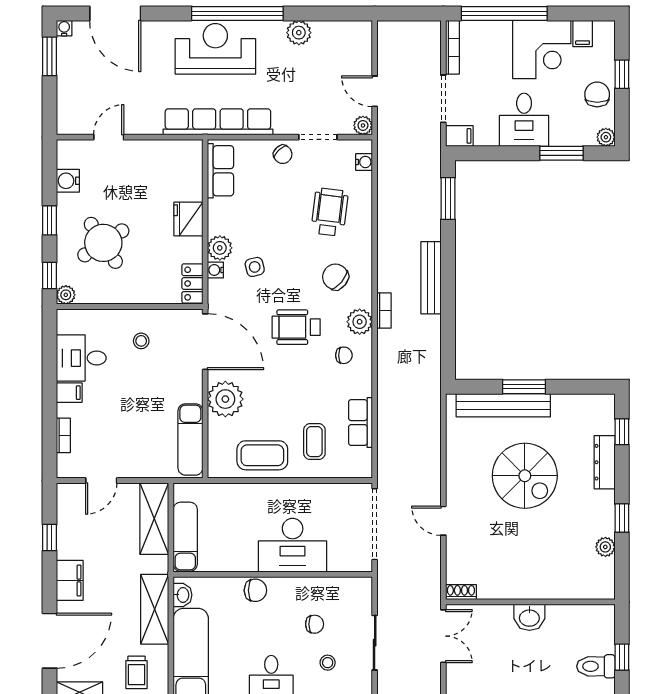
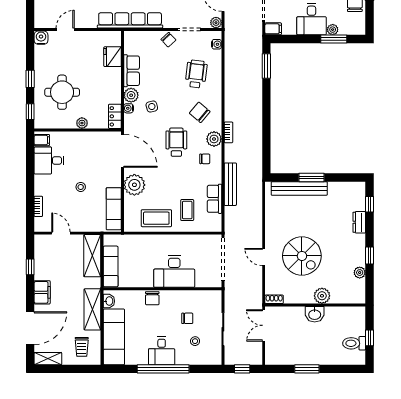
plant: (606, 137) -> (333, 30), moved
row of seats: (221, 171) -> (132, 71), moved
water cooler: (68, 181) -> (41, 38), moved, turned 90
fridge: (188, 219) -> (113, 57), moved
round table: (103, 243) -> (62, 92), turned 33
bench: (431, 278) -> (230, 184), moved
plant: (66, 295) -> (82, 123), moved
wheelchair: (296, 327) -> (176, 142), turned 90
stool: (141, 341) -> (81, 187), moved
filing cabinet: (69, 393) -> (42, 140), moved
dresser: (605, 462) -> (359, 222), width x0.70
spiral stairs: (525, 476) -> (302, 256), moved
door: (101, 481) -> (61, 233), swing flipped
plant: (542, 586) -> (322, 296), added
chair: (255, 590) -> (152, 298), turned 90
double door: (443, 636) -> (264, 325), swing flipped

